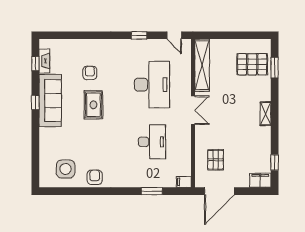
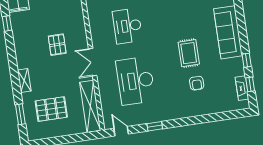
pallet: (252, 64) -> (51, 109), moved
sofa: (50, 100) -> (228, 32), moved
window: (35, 102) -> (247, 60), moved
shelving: (266, 114) -> (24, 81), moved
pallet: (216, 160) -> (57, 45), moved

